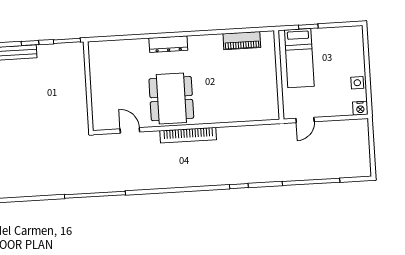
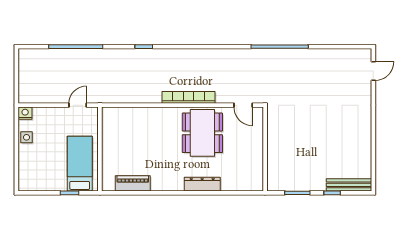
wall: (88, 86) -> (265, 149), moved

